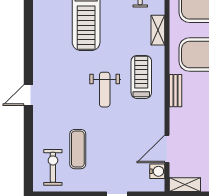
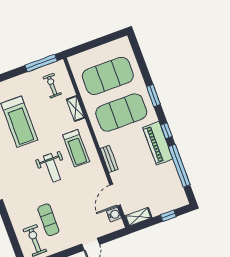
treadmill: (141, 77) -> (76, 148), turned 180
bench: (176, 91) -> (109, 159), moved

